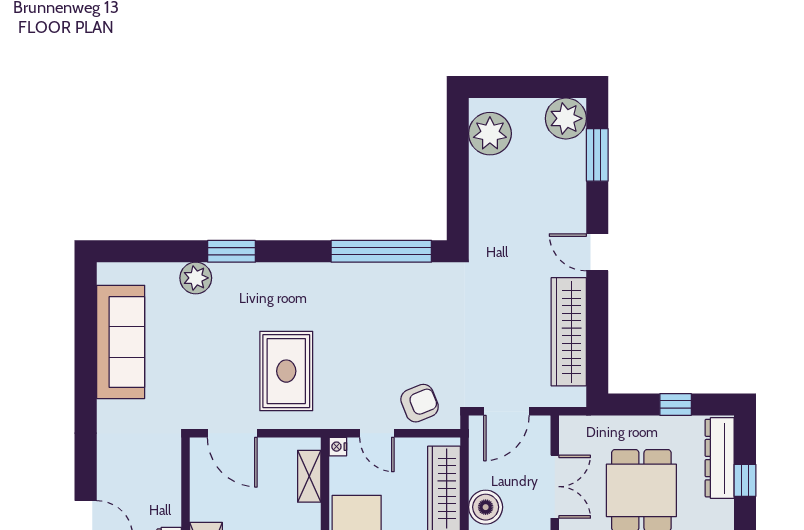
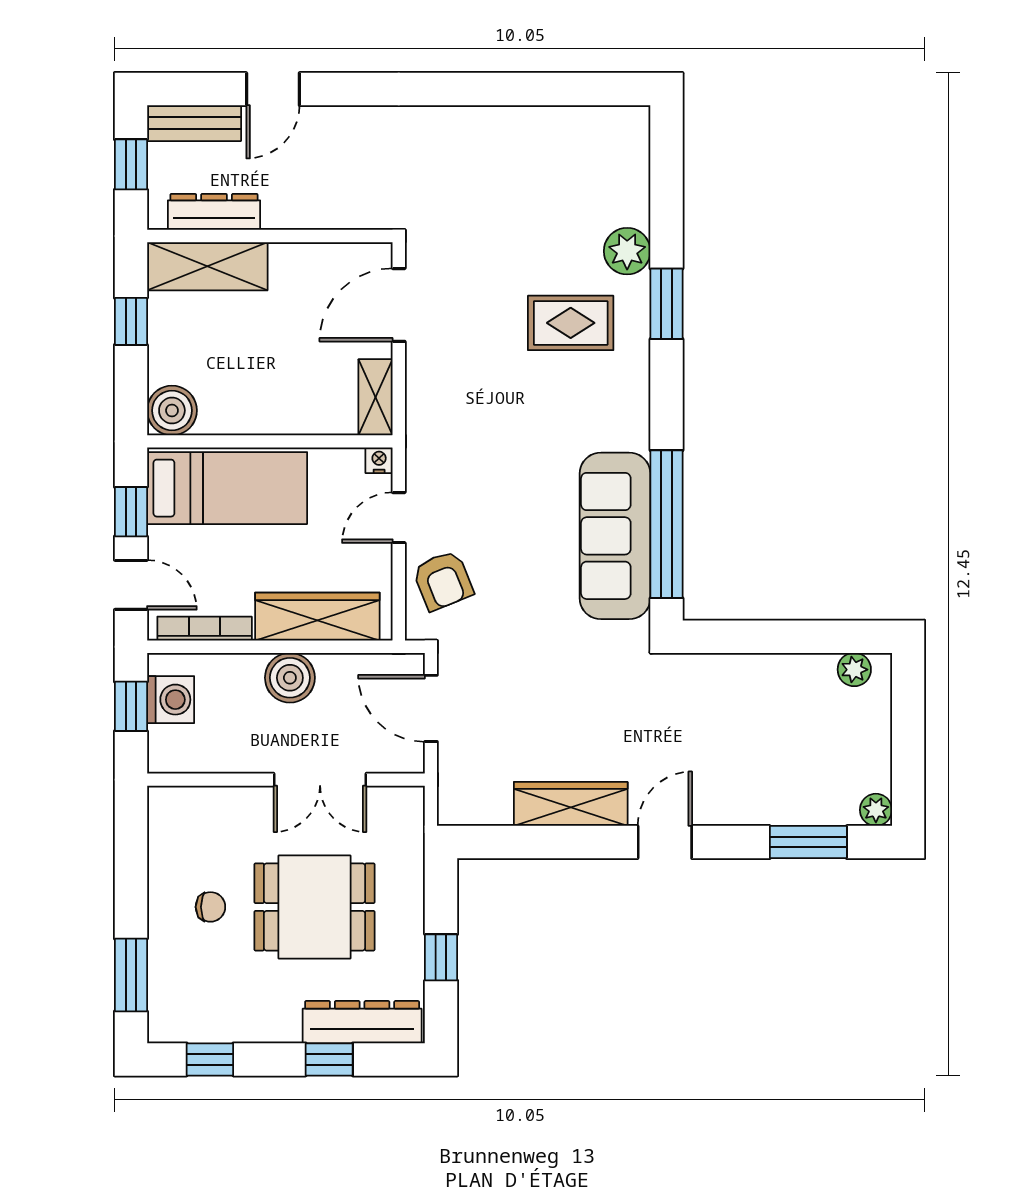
plant: (566, 118) -> (876, 810), width x0.53, depth x0.53
plant: (490, 134) -> (854, 670), width x0.53, depth x0.53
wardrobe: (569, 332) -> (571, 804), width x0.71, depth x0.85
sofa: (121, 342) -> (615, 536), moved, turned 90
rug: (286, 371) -> (571, 323), moved, width x0.73, depth x0.70
shelving: (309, 476) -> (376, 397), moved, turned 90

